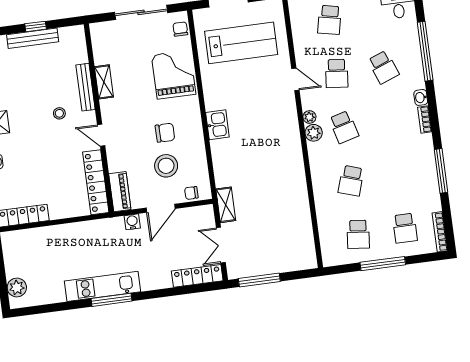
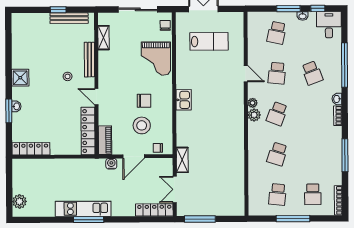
bench: (33, 38) -> (69, 18), moved
lab bench: (241, 43) -> (209, 41), width x0.73, depth x0.72
grand piano: (174, 75) -> (156, 59), turned 180
shelving: (104, 82) -> (104, 38), moved
school desk: (344, 127) -> (277, 114), turned 36

